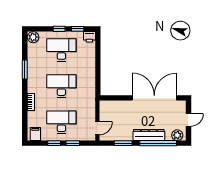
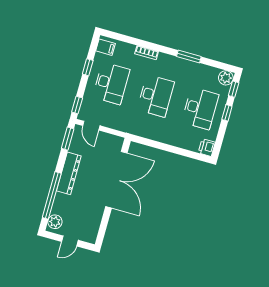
window: (78, 29) -> (234, 89), moved
double door: (154, 98) -> (116, 180), moved
door: (188, 120) -> (70, 241), hinge flipped
dresser: (149, 135) -> (69, 173), moved
window: (73, 143) -> (77, 105), moved
window: (123, 143) -> (68, 139), moved

